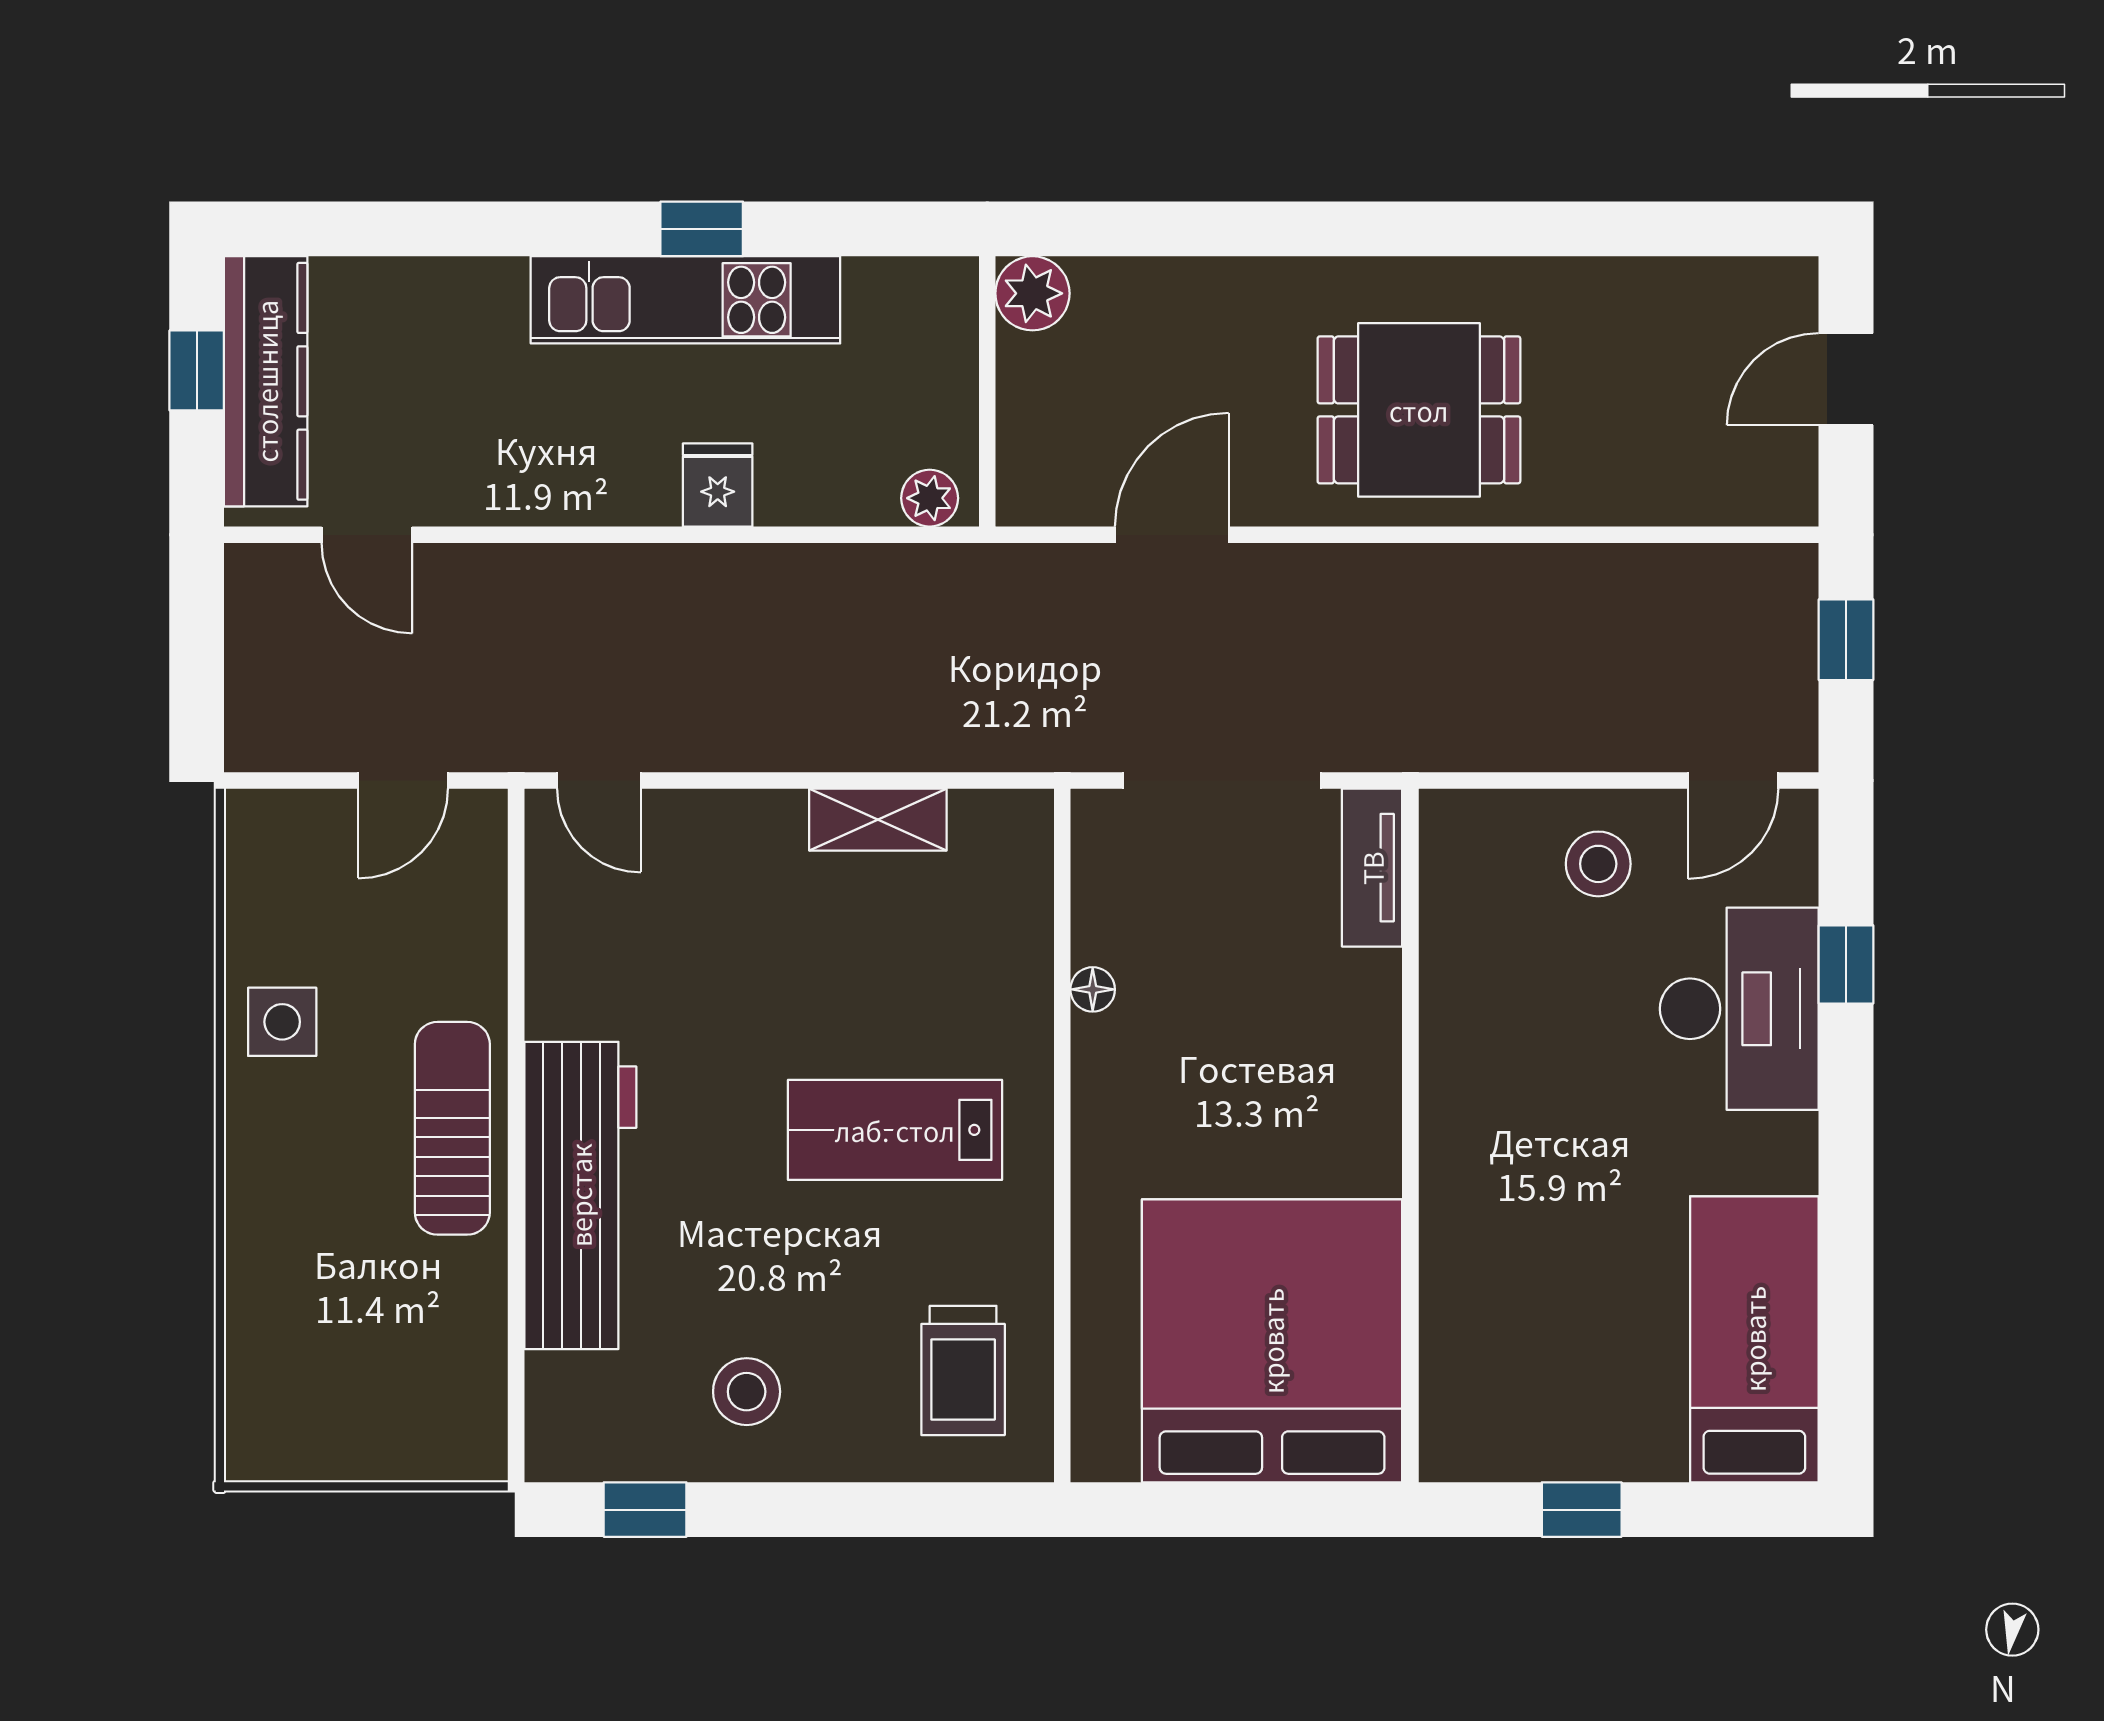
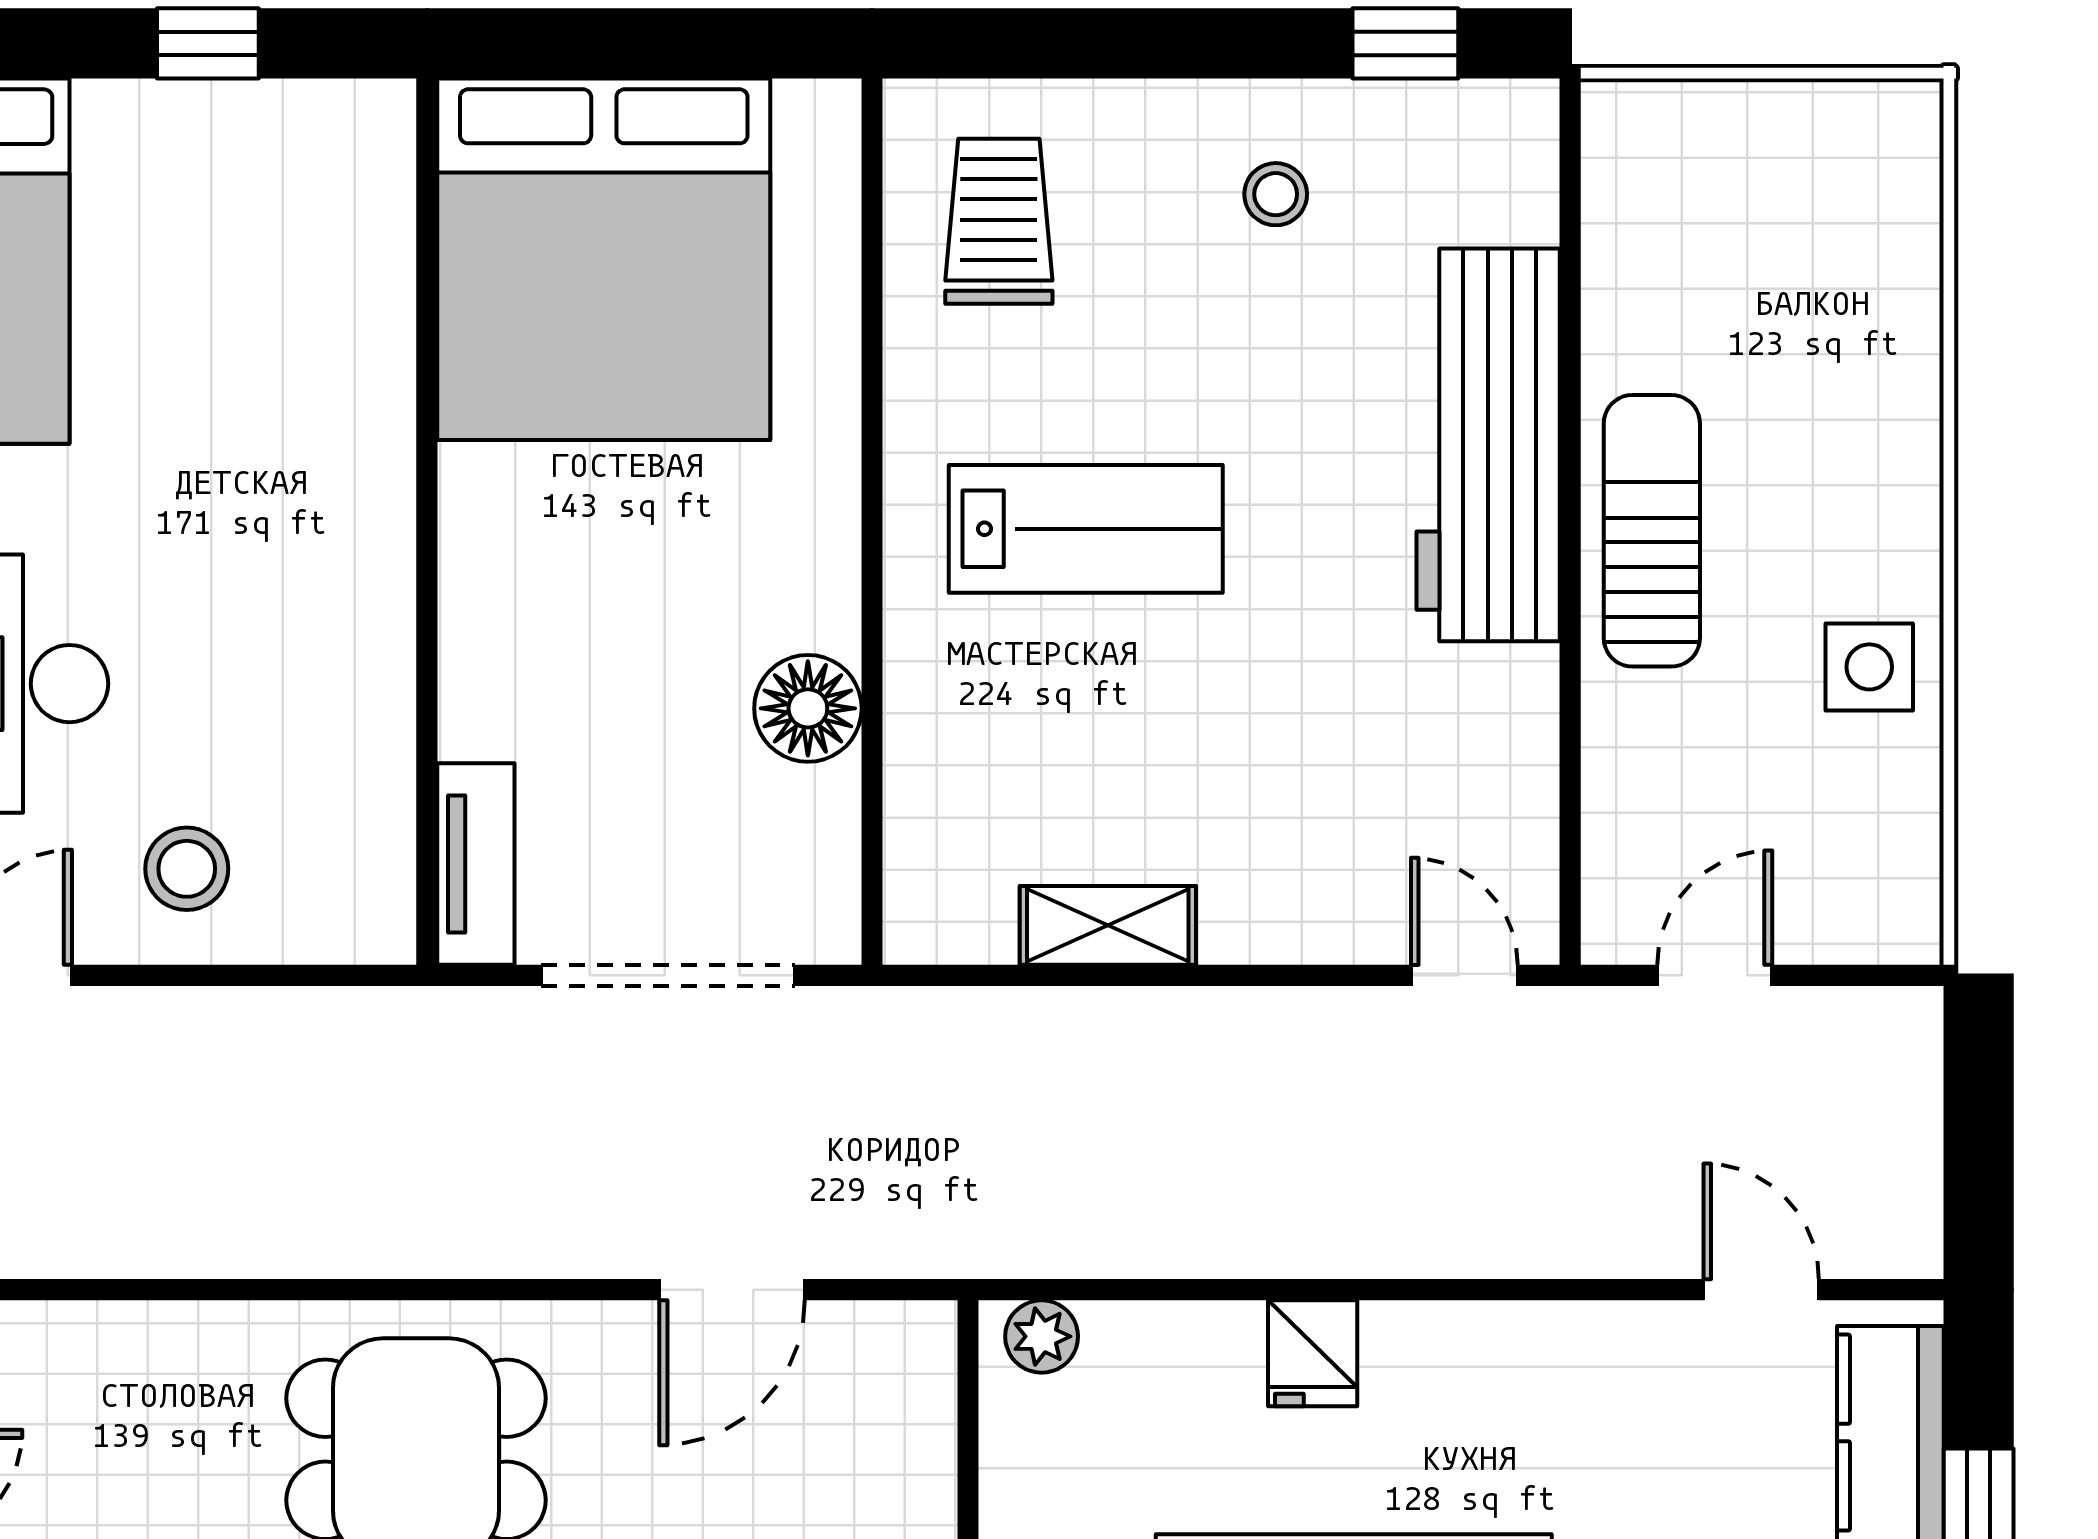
floor lamp: (1093, 989) -> (808, 708), width x1.89, depth x1.89
sun lounger: (452, 1128) -> (1652, 531), turned 180
stool: (747, 1392) -> (1276, 194), width x0.73, depth x0.73

